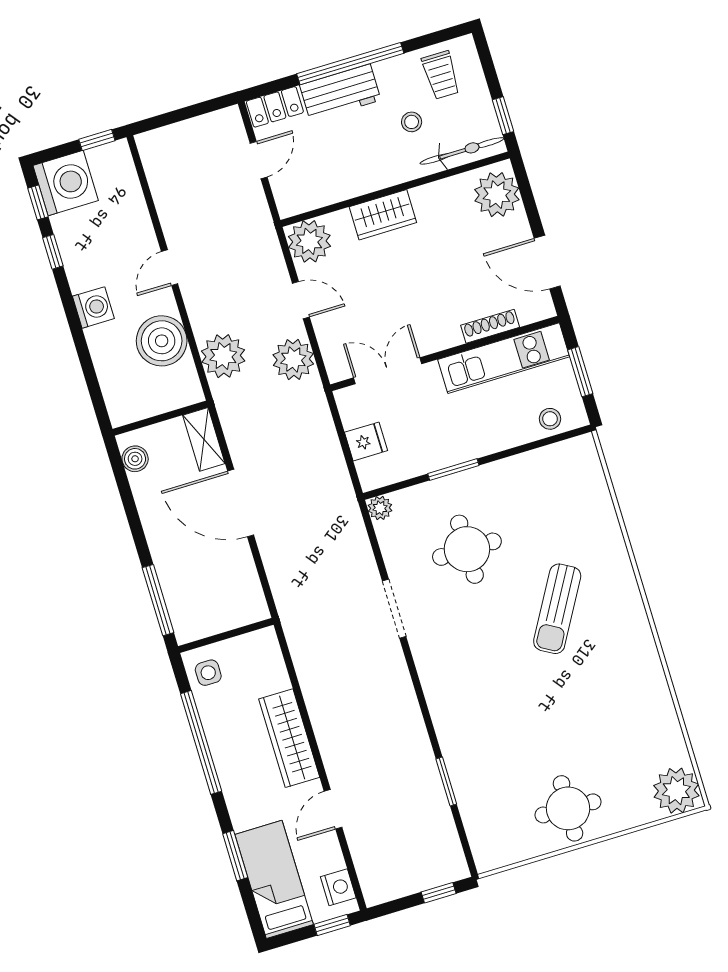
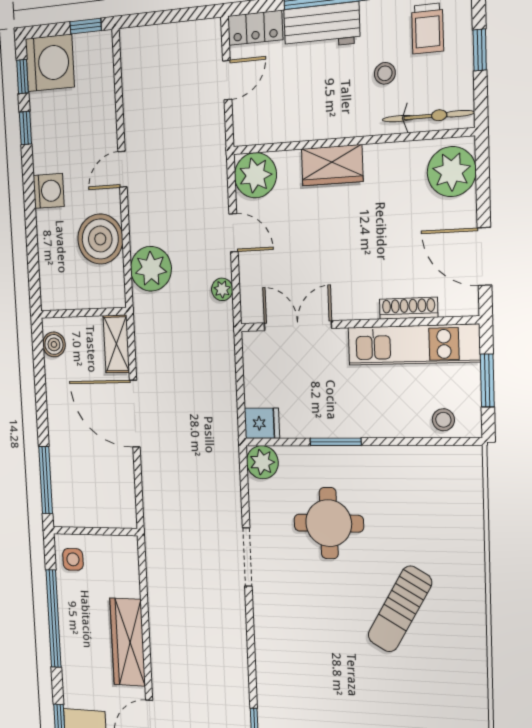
window: (503, 116) -> (480, 50), moved
plant: (293, 359) -> (222, 289), width x0.53, depth x0.53
fridge: (366, 441) -> (262, 423), moved
plant: (380, 508) -> (262, 462), width x1.38, depth x1.38

